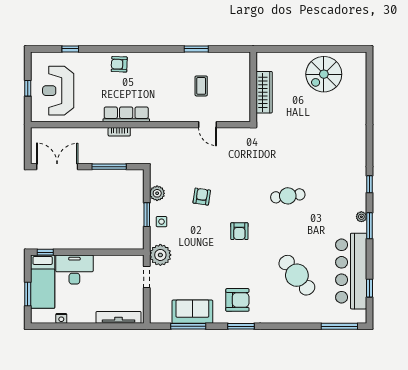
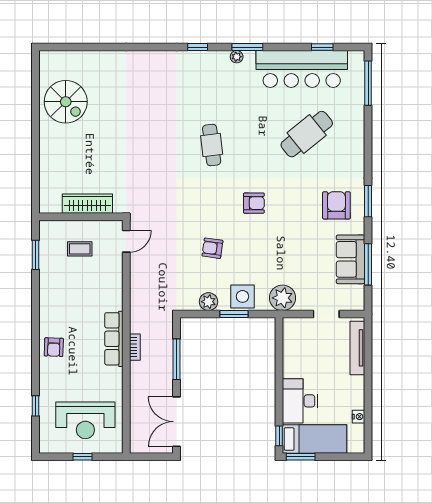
wall: (253, 87) -> (81, 217), moved
wardrobe: (264, 92) -> (87, 204), moved
side table: (161, 222) -> (242, 296), width x1.87, depth x1.87
doorway: (147, 277) -> (326, 314), moved
window: (28, 294) -> (301, 457), moved

